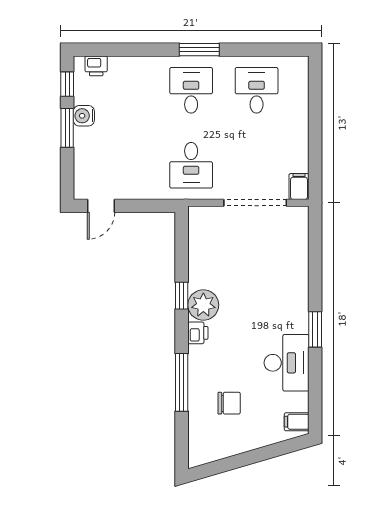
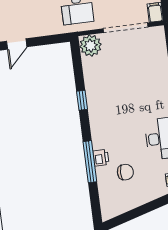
plant: (203, 305) -> (91, 46), moved
printer: (198, 333) -> (101, 158), moved

